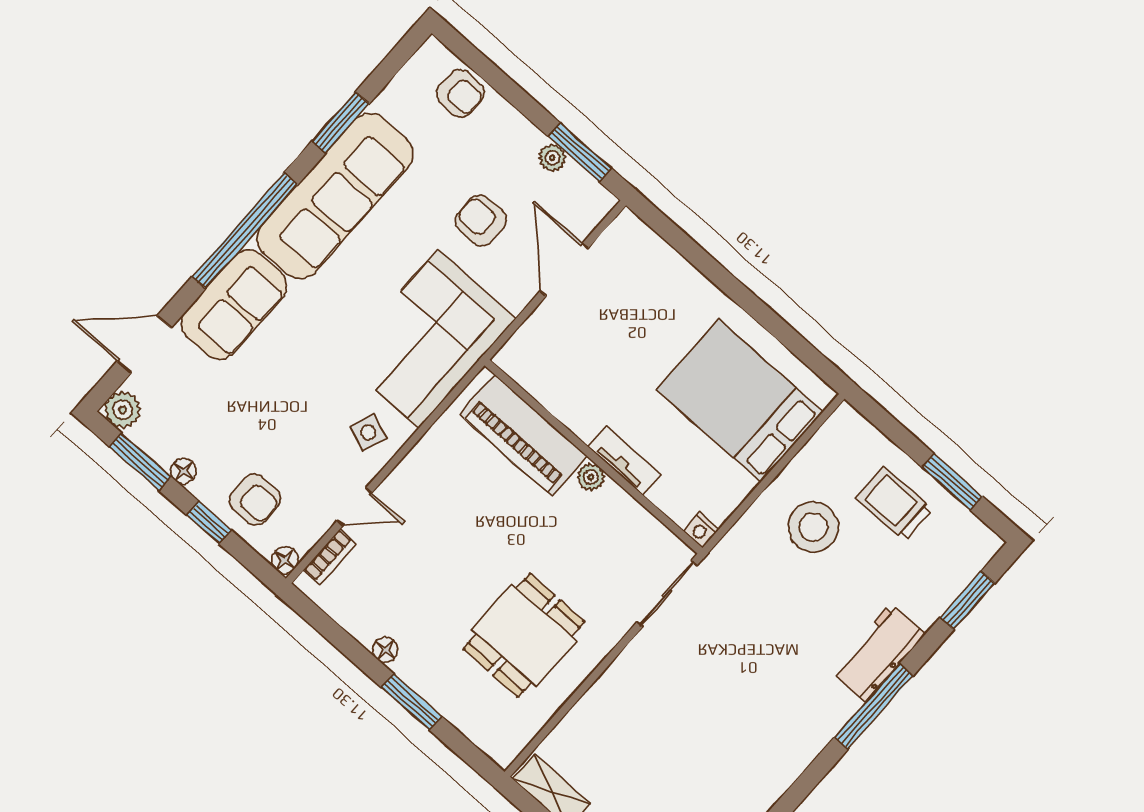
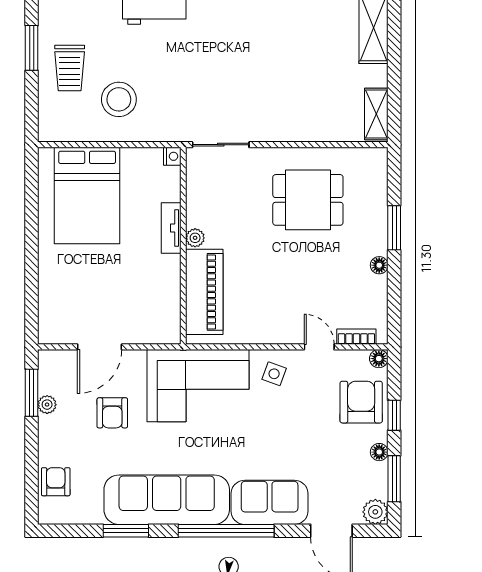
armchair: (255, 499) -> (361, 402), width x1.38, depth x1.38

